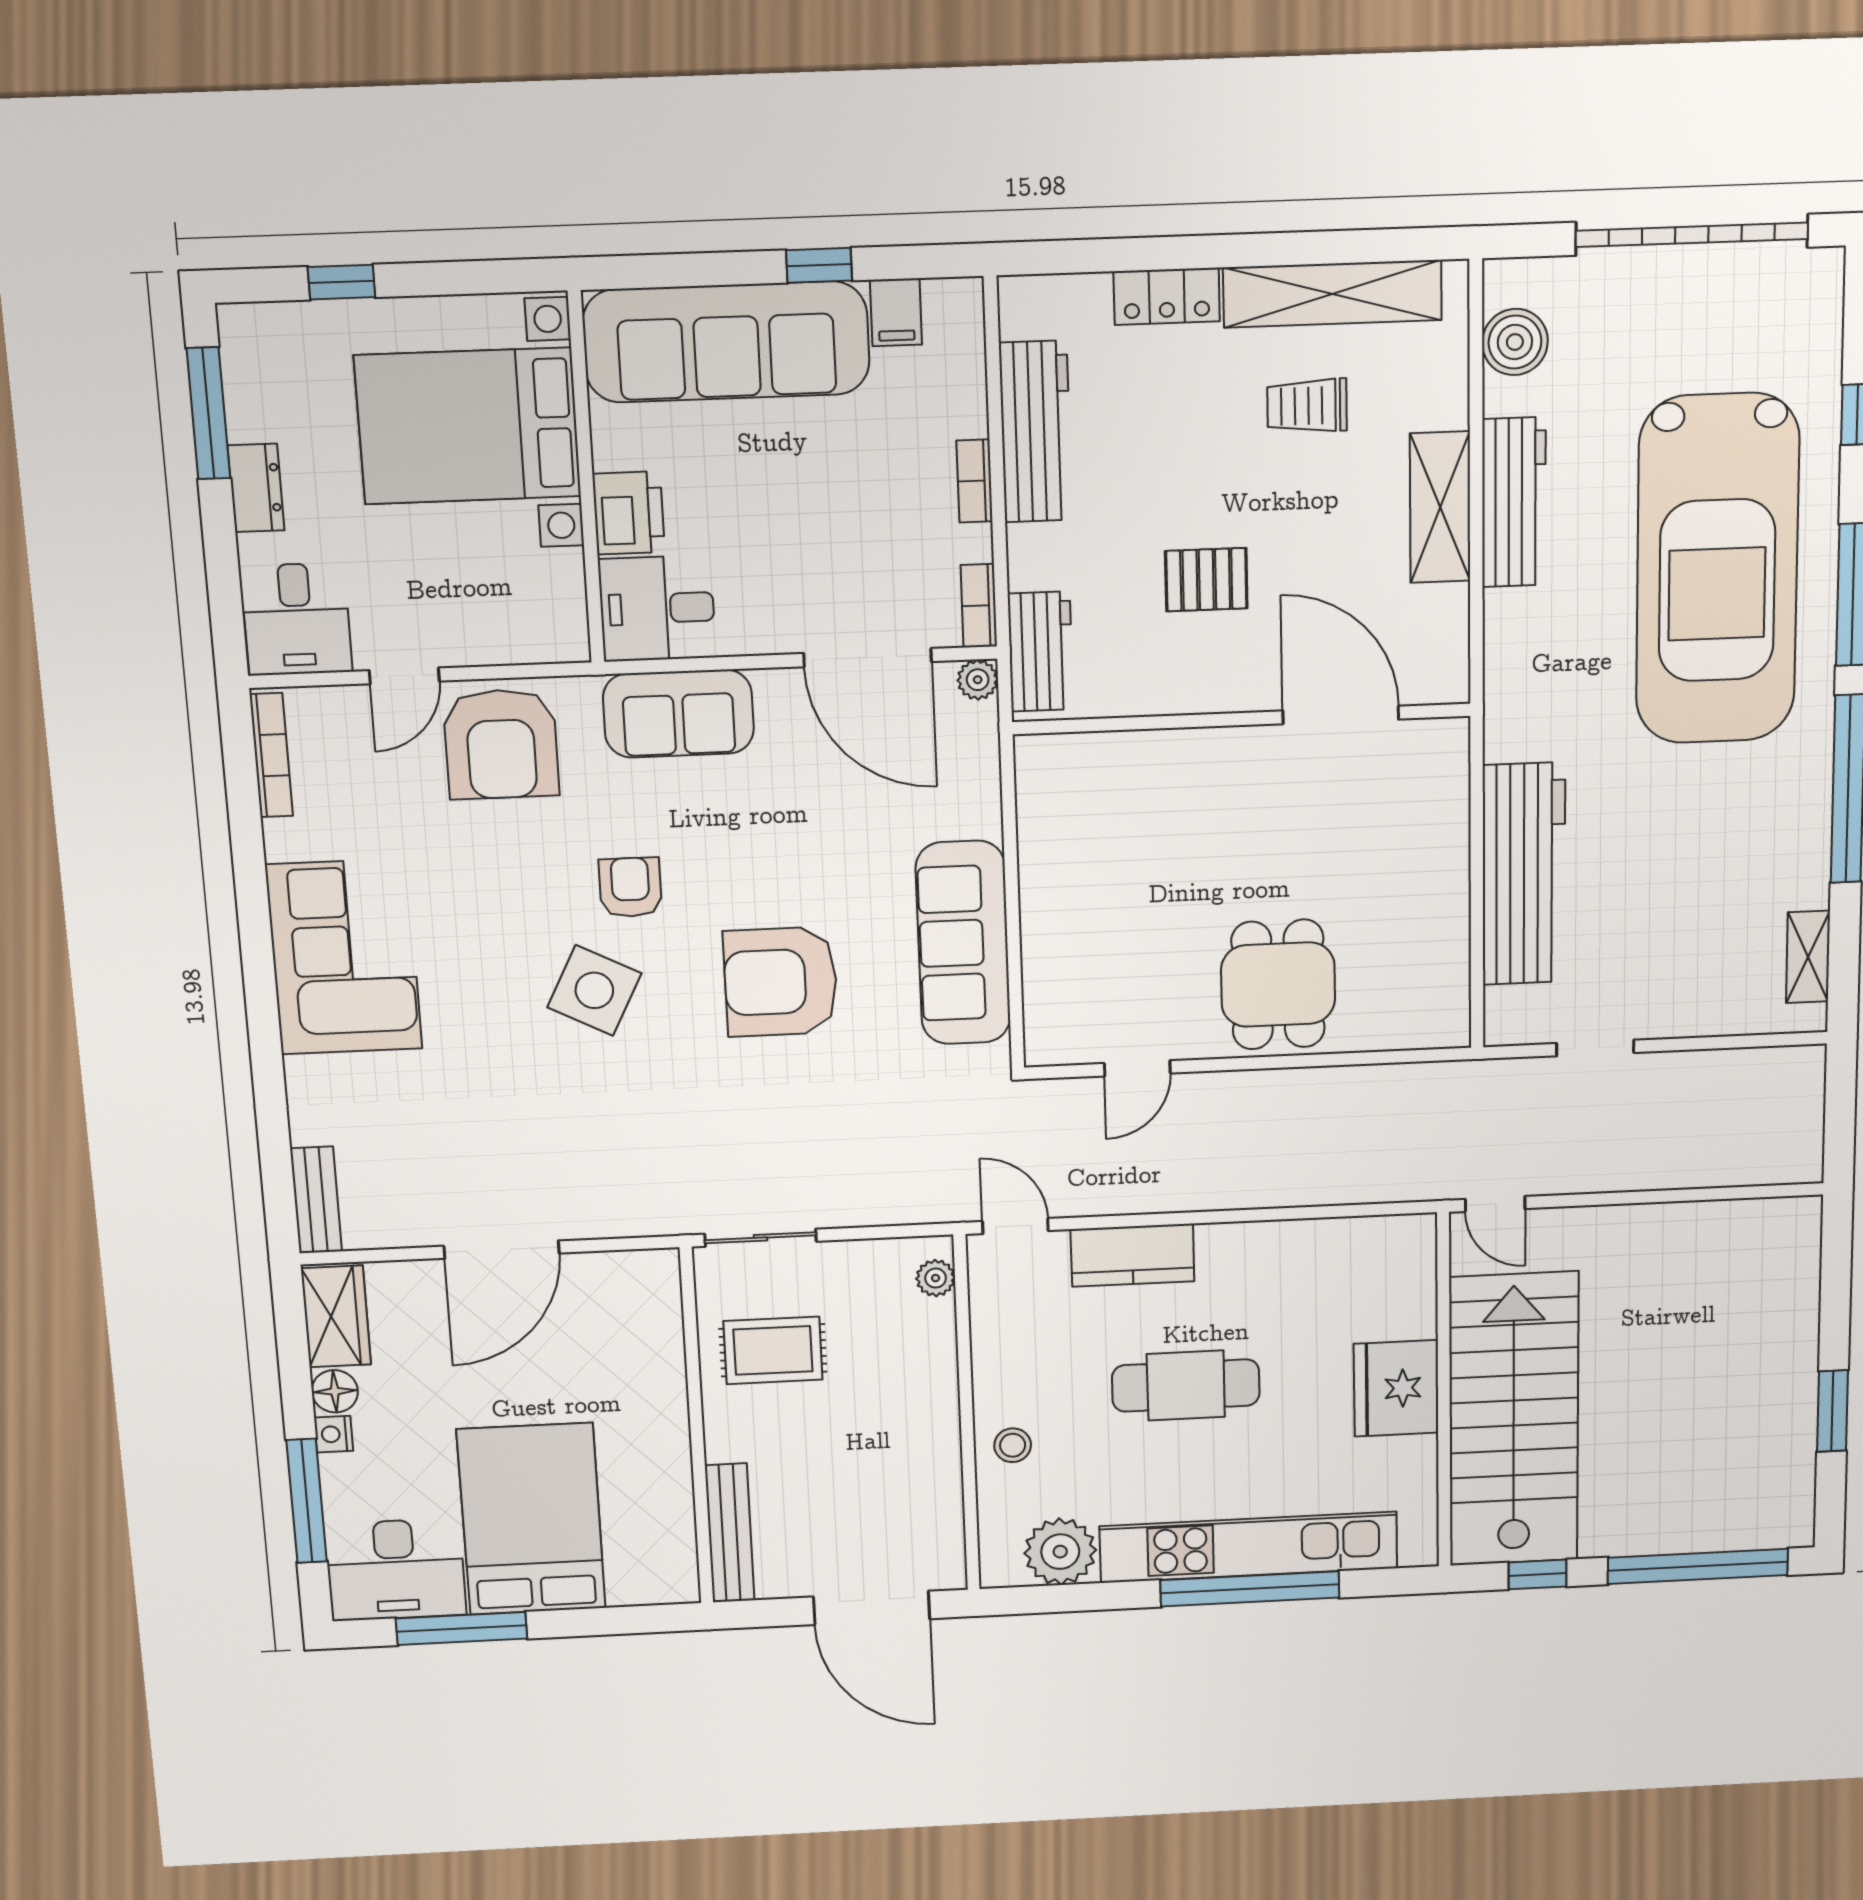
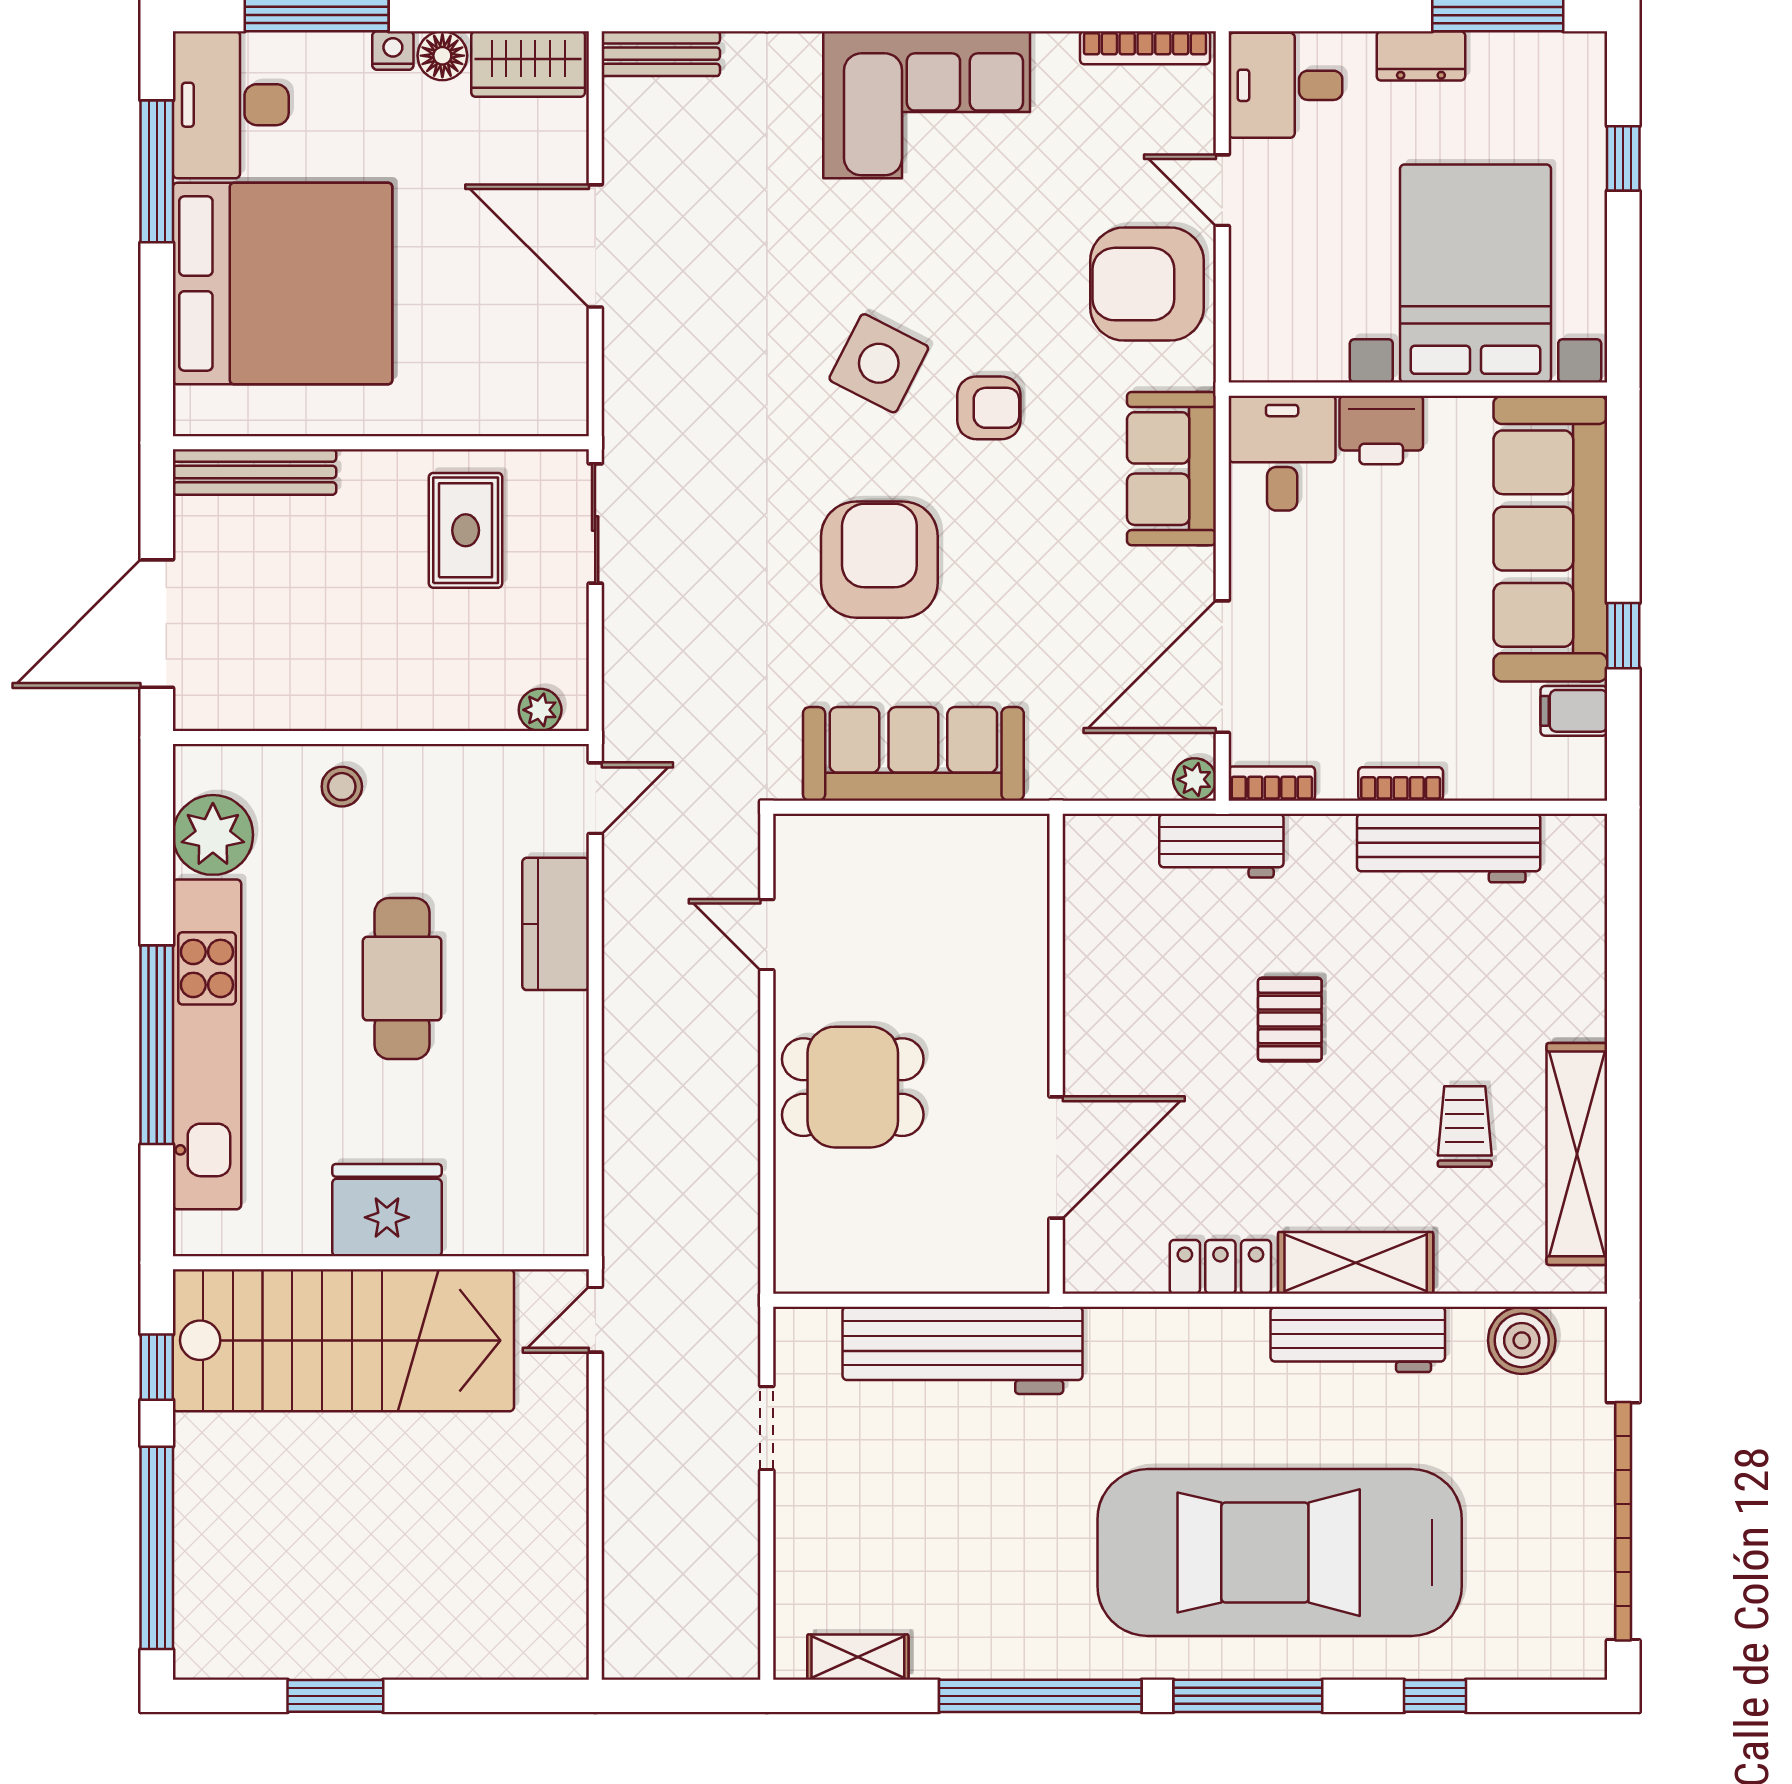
locker: (1167, 296) -> (1220, 1267), moved, turned 90
door: (1341, 715) -> (1056, 1158), moved
wall: (1242, 719) -> (1056, 1054), moved
bed: (531, 1519) -> (283, 284), width x1.36

